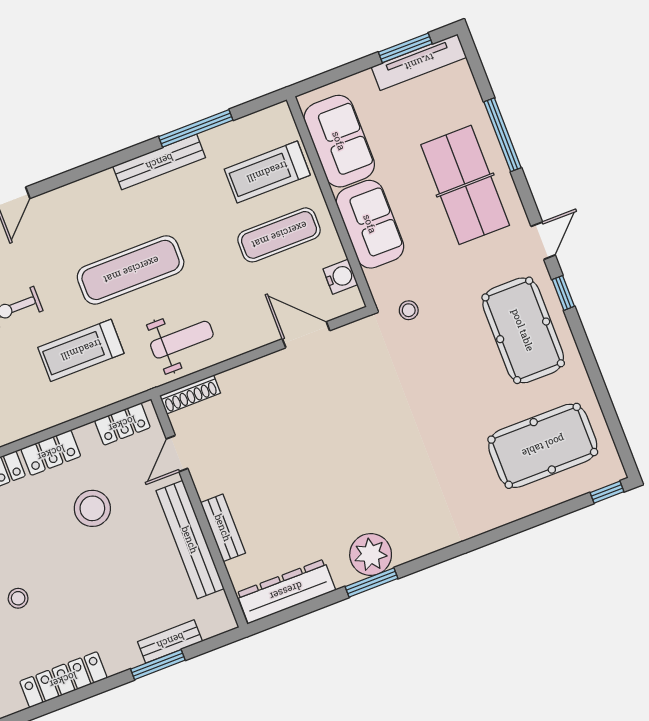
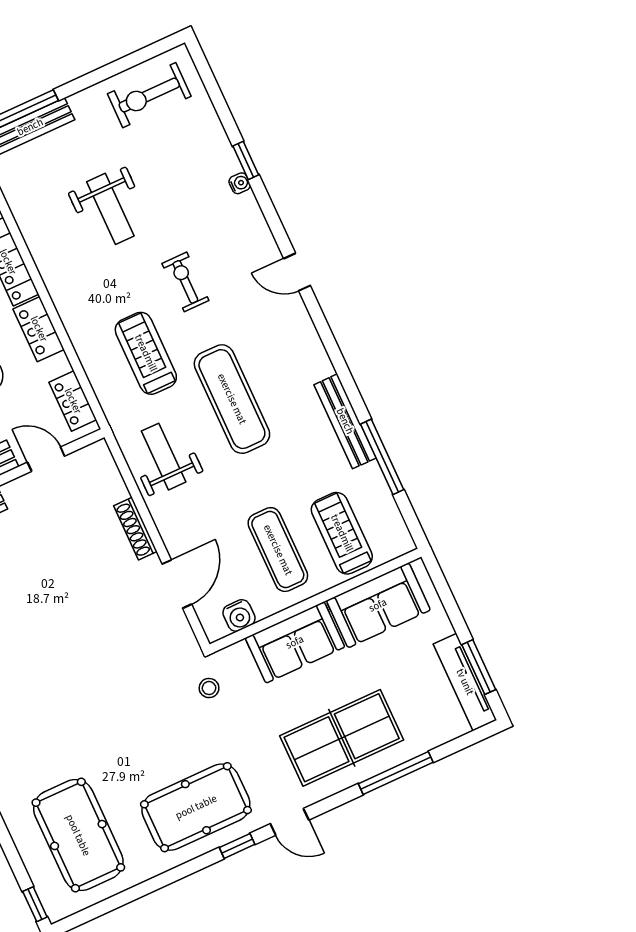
weight bench: (182, 340) -> (164, 457), turned 180
shoe rack: (190, 394) -> (135, 529), moved

